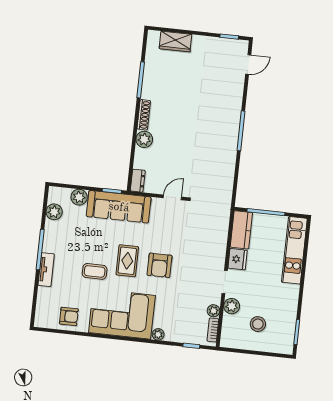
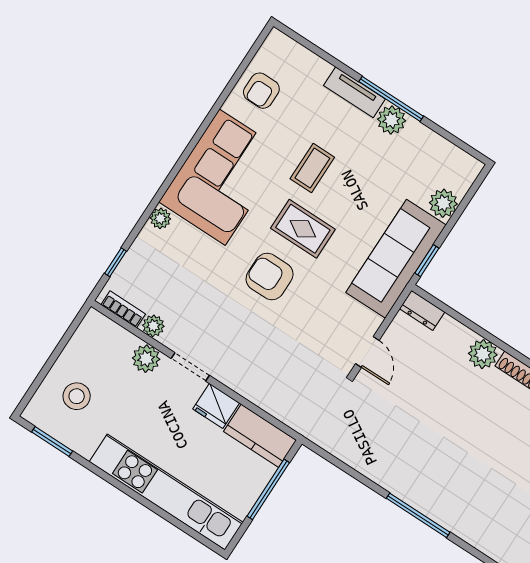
plant: (54, 212) -> (391, 120), moved
kitchen unit: (294, 250) -> (166, 492), width x1.36
stool: (258, 324) -> (77, 396), moved

